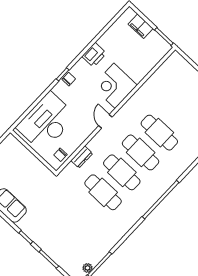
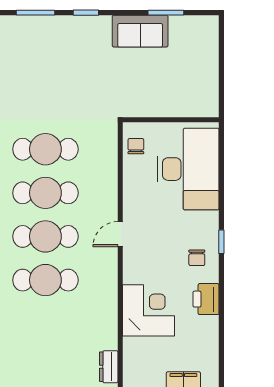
chair: (69, 79) -> (197, 258), moved
corner desk: (115, 86) -> (148, 310), moved
door: (105, 121) -> (120, 234), swing flipped
dresser: (82, 157) -> (109, 367), moved

